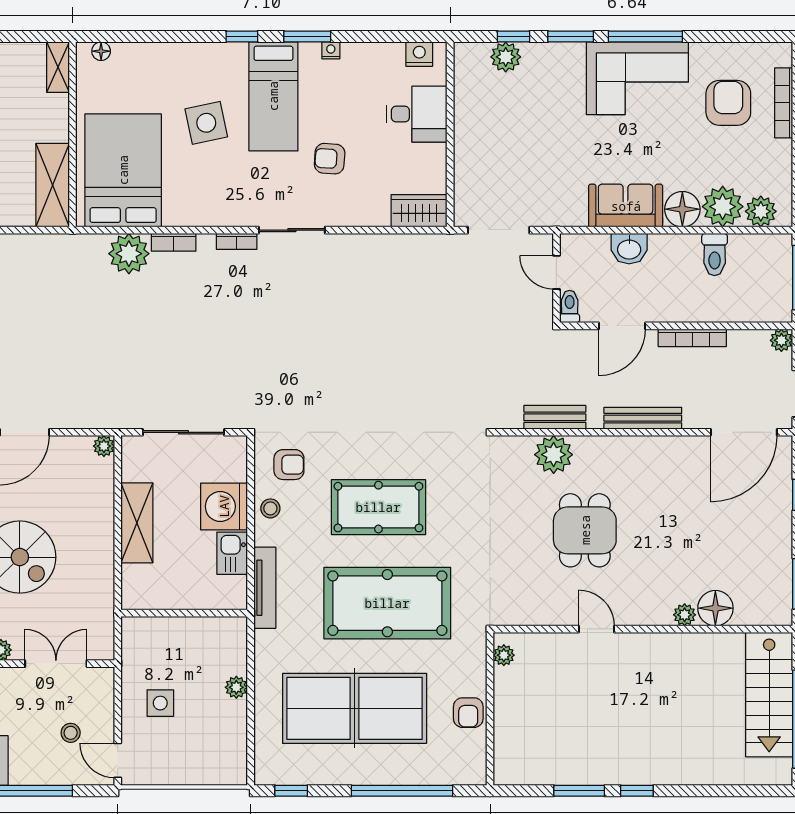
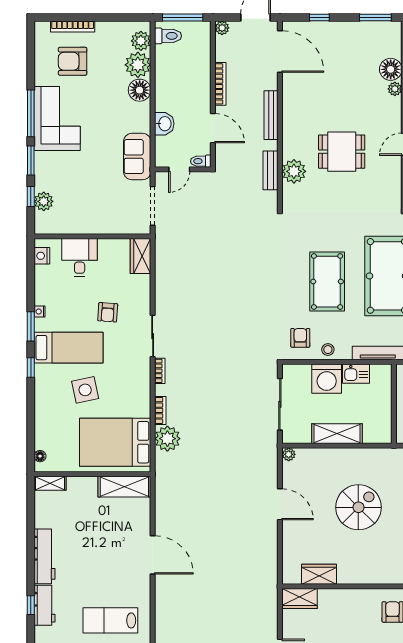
sofa: (626, 206) -> (137, 157), moved
toilet: (715, 254) -> (168, 36), moved

